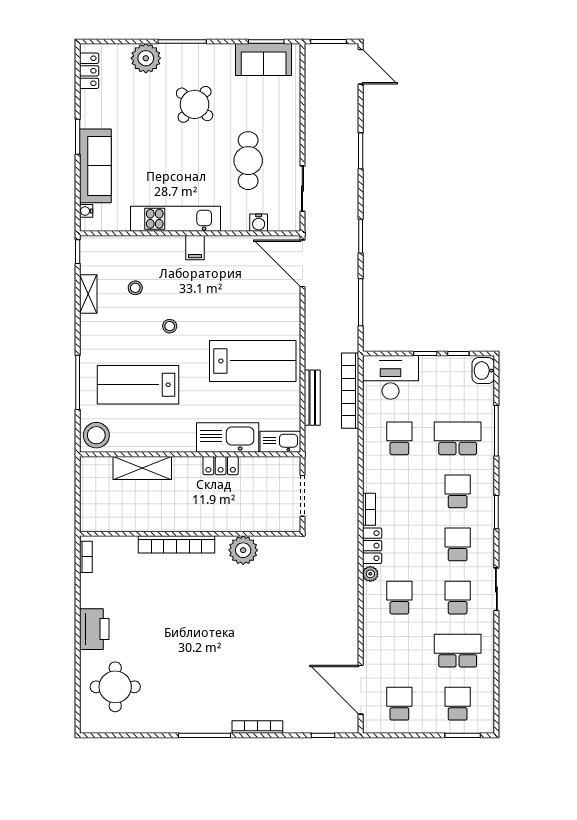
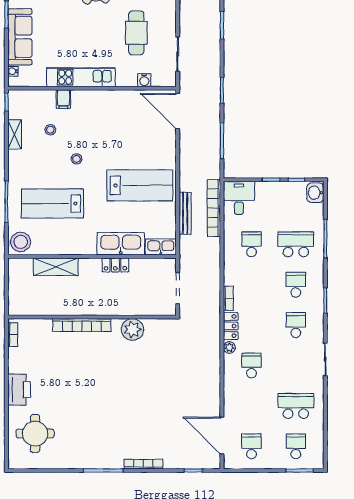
filing cabinet: (195, 248) -> (63, 99), moved
desk: (391, 377) -> (239, 198), width x0.73
school desk: (458, 598) -> (296, 366), removed

